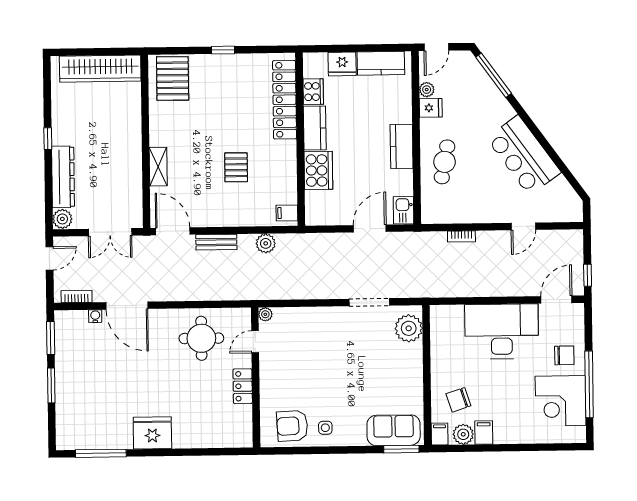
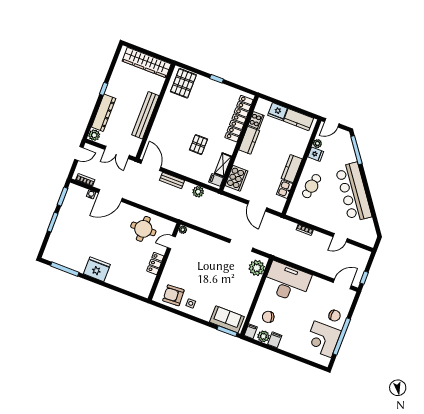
bench: (132, 154) -> (145, 115), added
bar counter: (524, 155) -> (353, 192), width x1.36
shelving: (158, 167) -> (223, 165), moved
cooker: (318, 170) -> (236, 178), moved
kitchen sink: (404, 210) -> (285, 189), moved
door: (370, 229) -> (257, 206), swing flipped
door: (127, 306) -> (110, 195), hinge flipped
desk: (502, 331) -> (287, 282), moved

